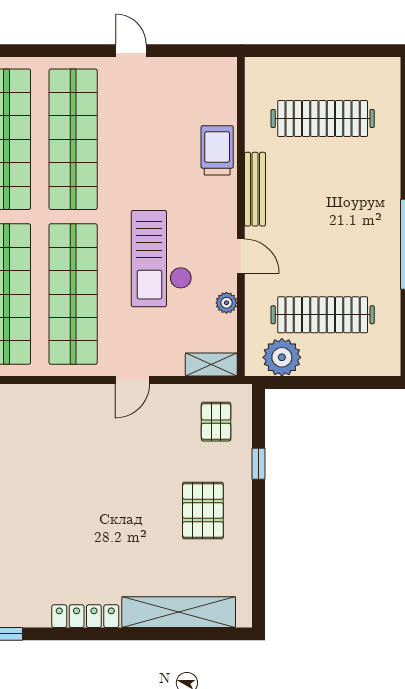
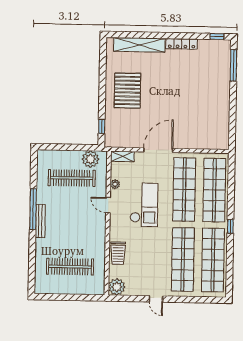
plant: (218, 76) -> (117, 287), added
bench: (255, 189) -> (40, 221), moved
door: (132, 380) -> (158, 150), width x1.88
pallet: (216, 422) -> (121, 131), removed
window: (259, 464) -> (102, 126), moved
pallet: (203, 511) -> (127, 91), width x1.37, depth x1.41

